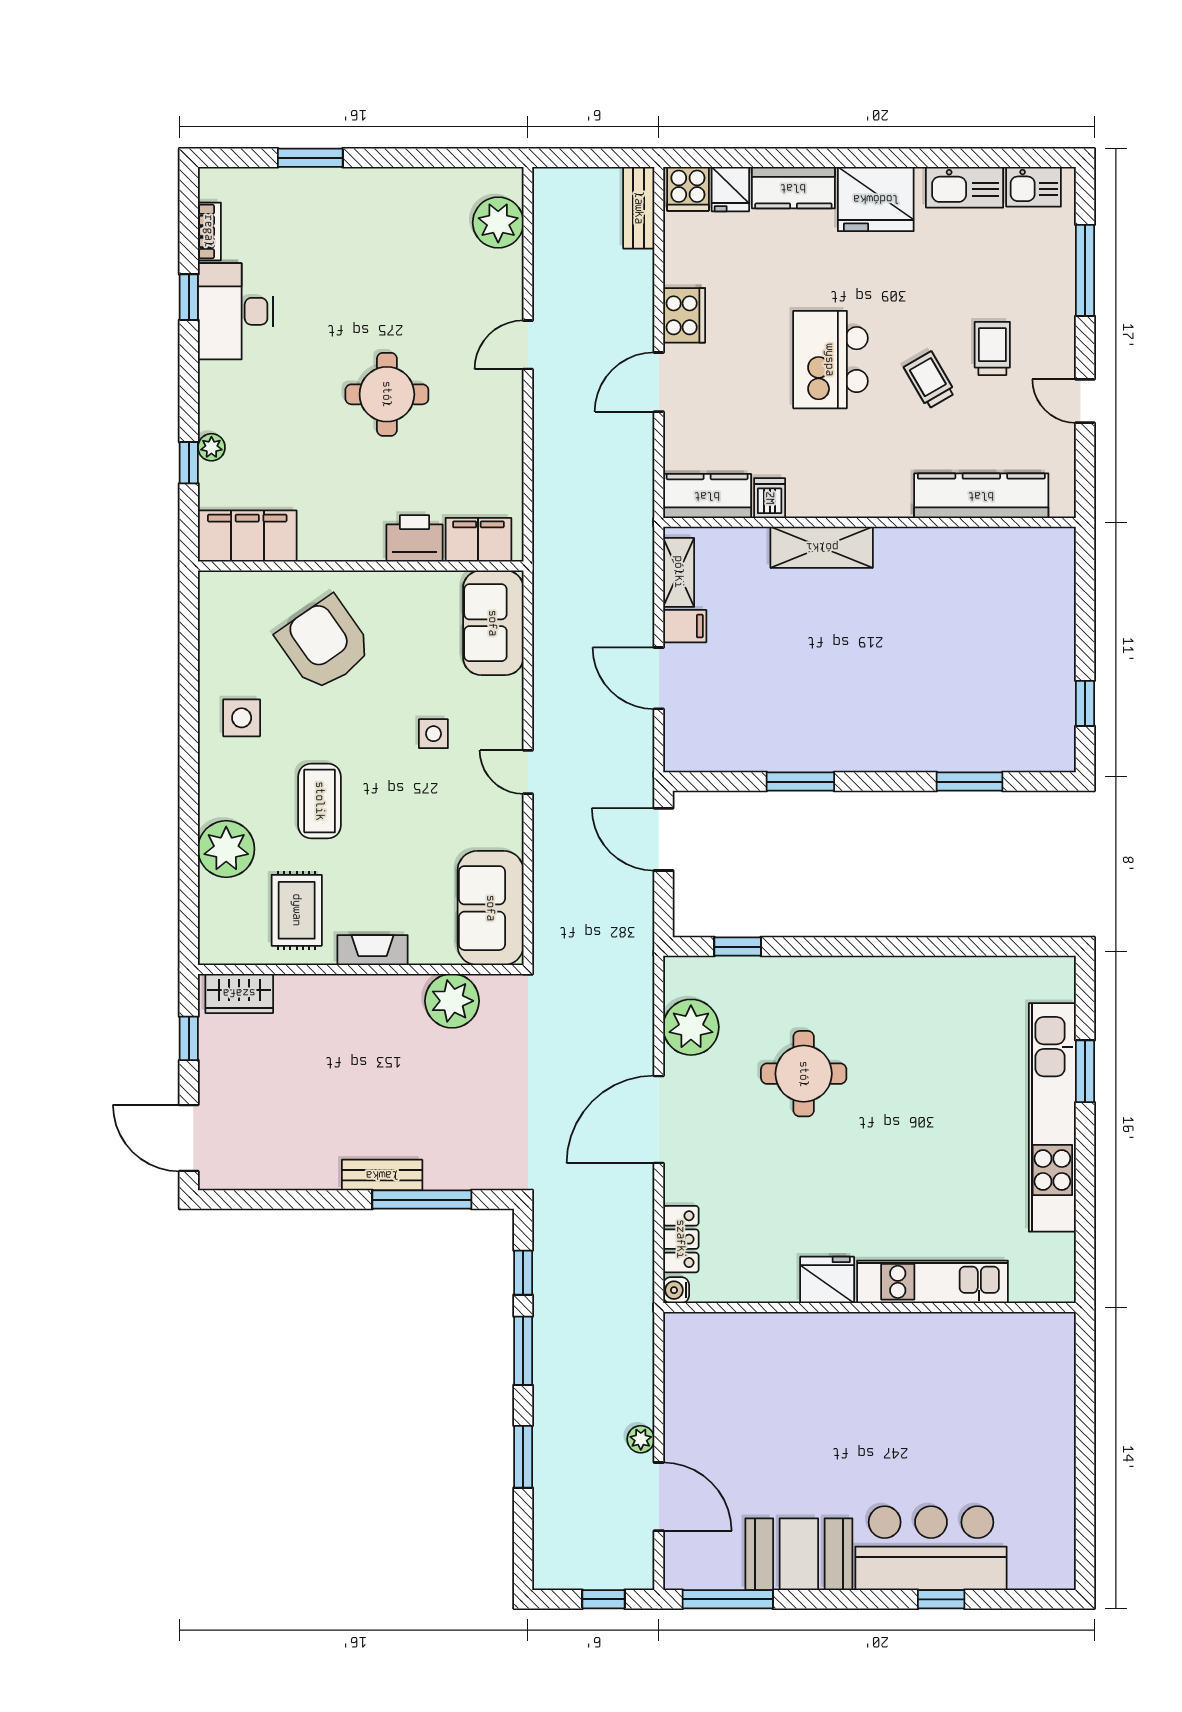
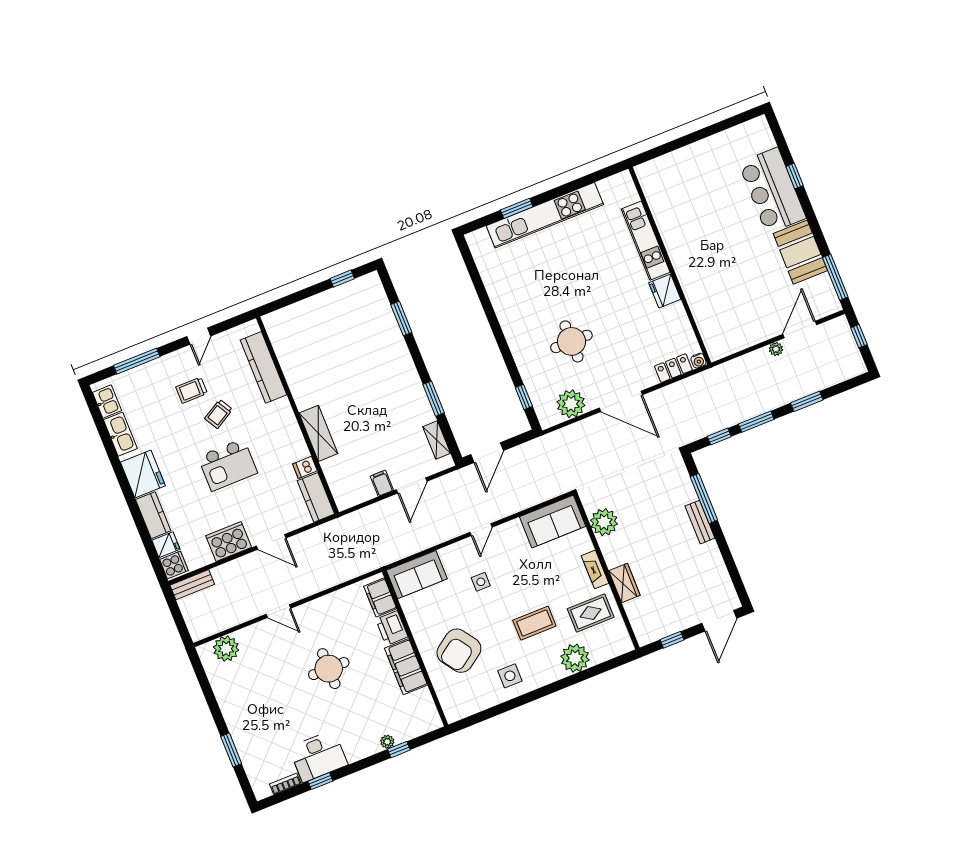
cooker: (684, 315) -> (229, 542), width x1.37, depth x1.31
filing cabinet: (247, 536) -> (406, 667), moved
shelving: (679, 572) -> (437, 440), moved, turned 90
wardrobe: (239, 993) -> (624, 583), moved

